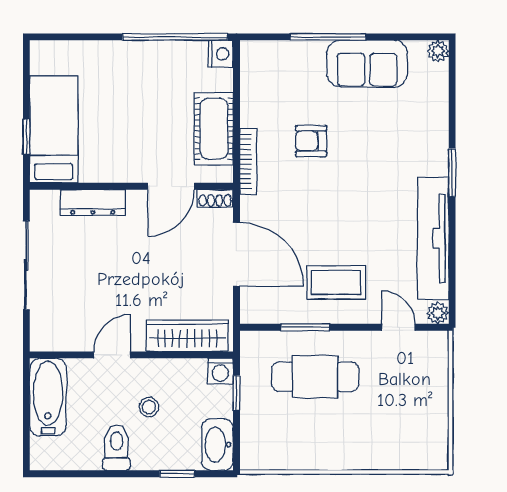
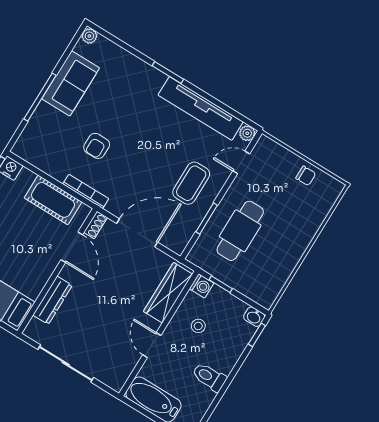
stool: (149, 407) -> (198, 326), moved
chair: (430, 415) -> (306, 176), added
washbasin: (217, 445) -> (254, 317), width x0.52, depth x0.69
window: (177, 474) -> (257, 335), moved

